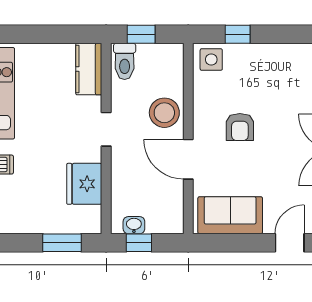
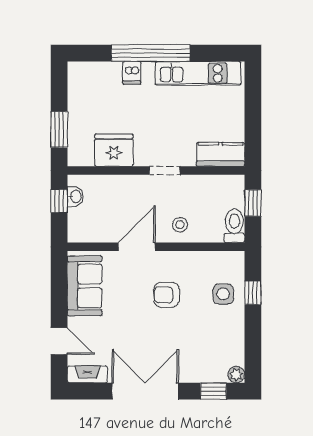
side table: (211, 60) -> (223, 294), moved
toilet: (125, 61) -> (234, 226), moved, turned 90
stool: (164, 113) -> (180, 225), width x0.53, depth x0.53

